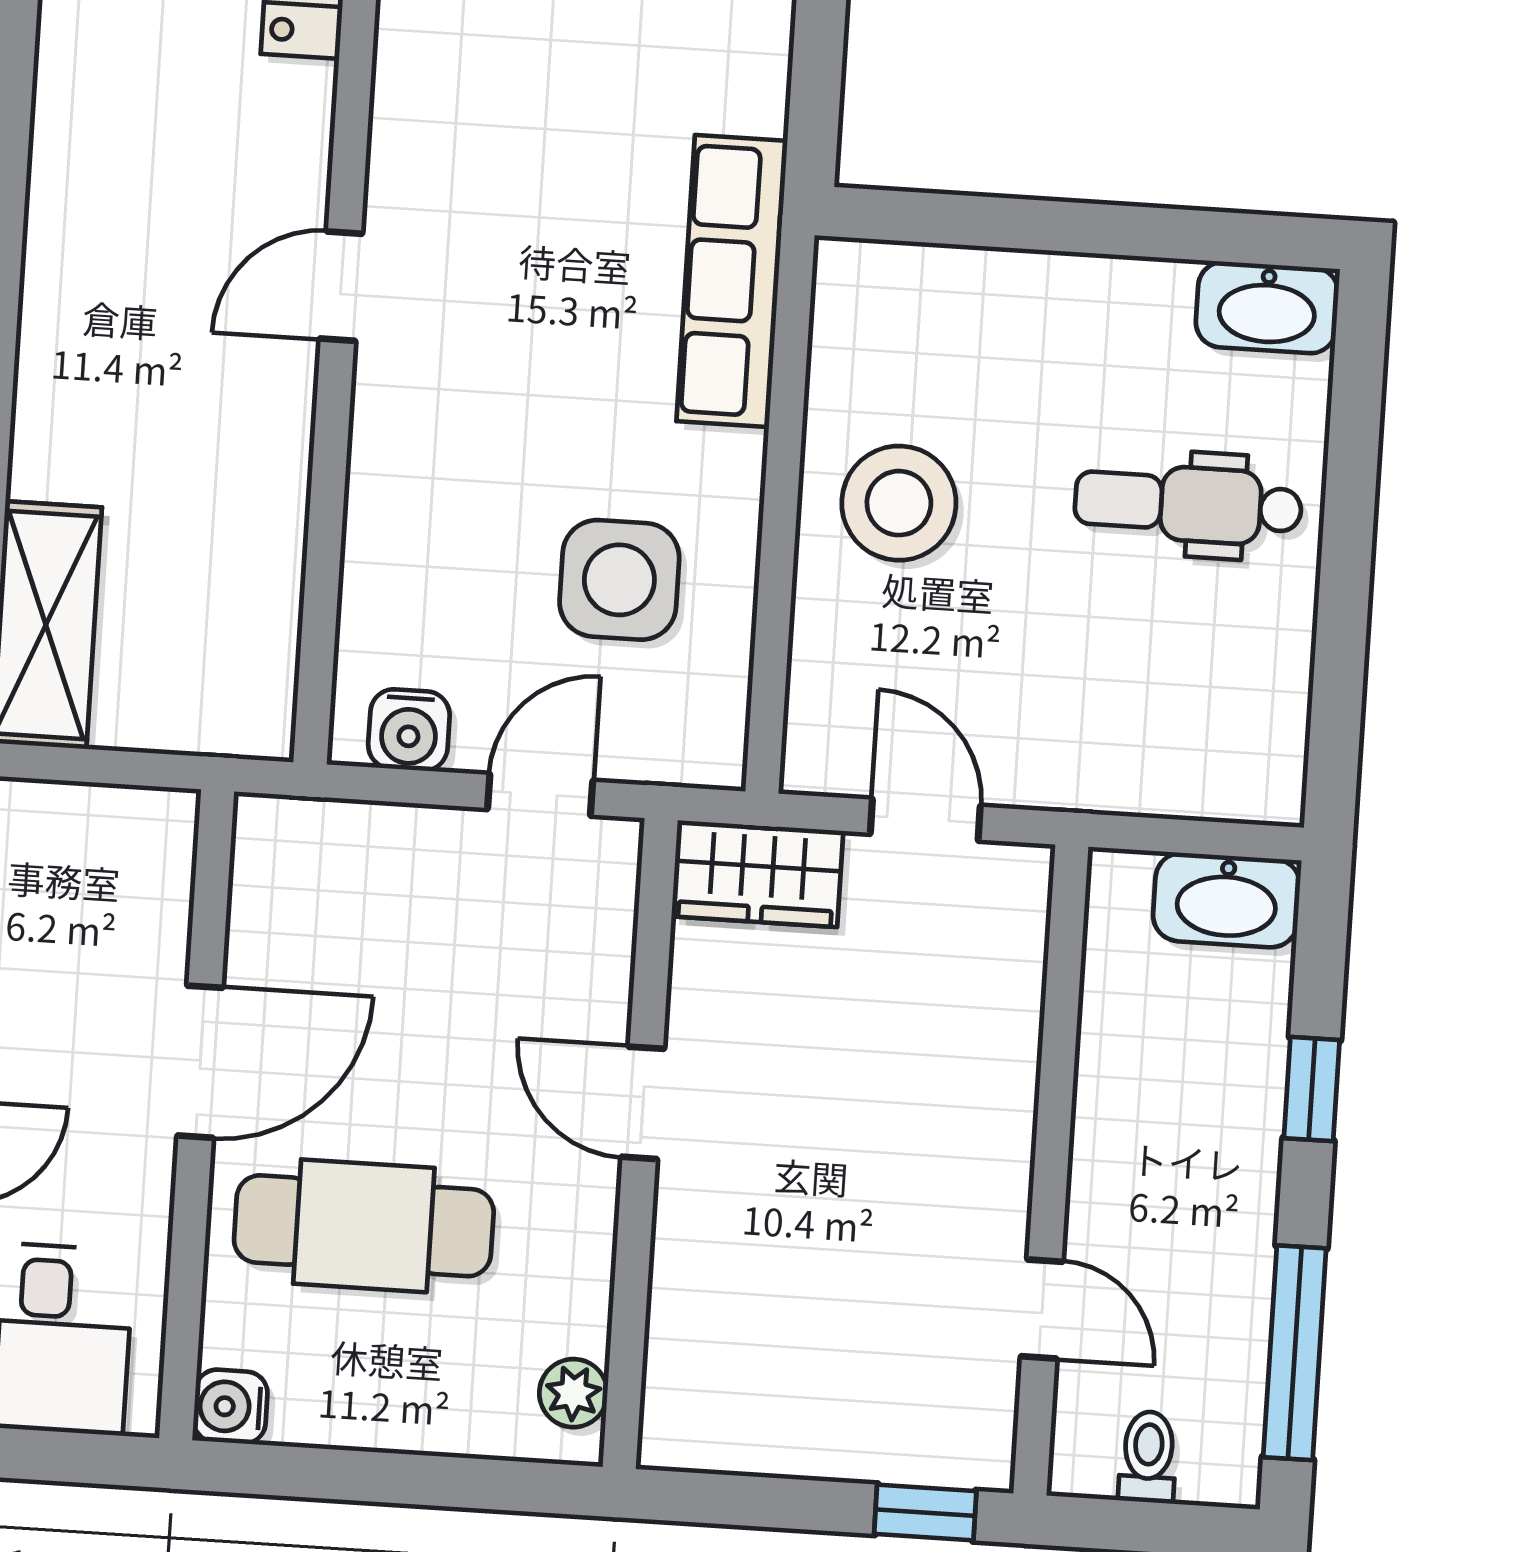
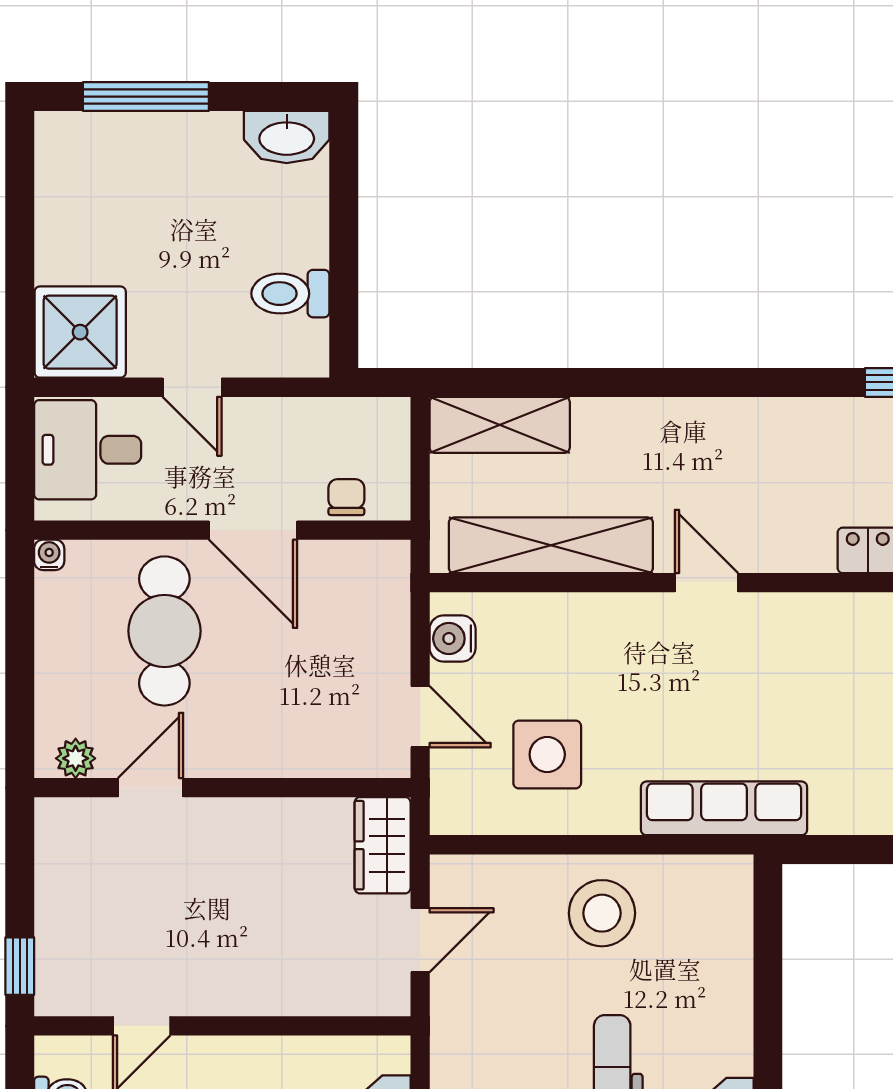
shelving: (259, 550) -> (551, 545), added
chair: (153, 897) -> (346, 497), added
door: (643, 1103) -> (151, 788), moved
water cooler: (230, 1407) -> (49, 555), width x0.72, depth x0.72

